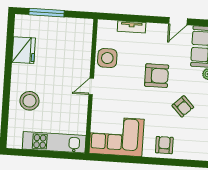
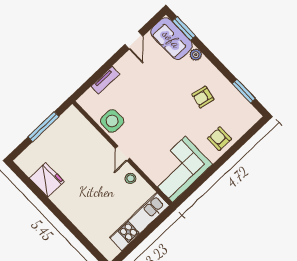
window: (47, 13) -> (43, 127), moved
armchair: (157, 76) -> (161, 95), removed
stool: (29, 101) -> (130, 178), moved, width x0.53, depth x0.53
armchair: (183, 106) -> (203, 97), turned 146

